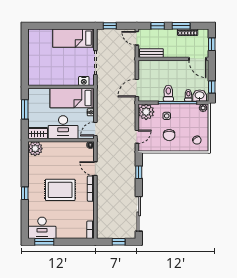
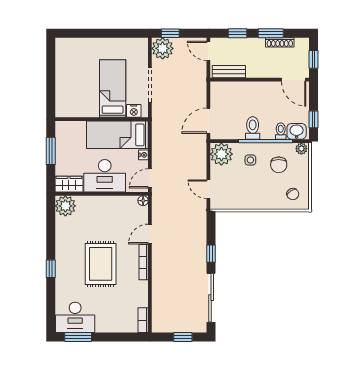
plant: (104, 37) -> (163, 48), added
bed: (73, 38) -> (113, 89), moved, turned 90
chair: (169, 135) -> (279, 165), moved
door: (137, 137) -> (208, 189), swing flipped
door: (95, 169) -> (150, 234), hinge flipped
window: (139, 172) -> (211, 254), moved
rug: (60, 190) -> (101, 264), turned 90

